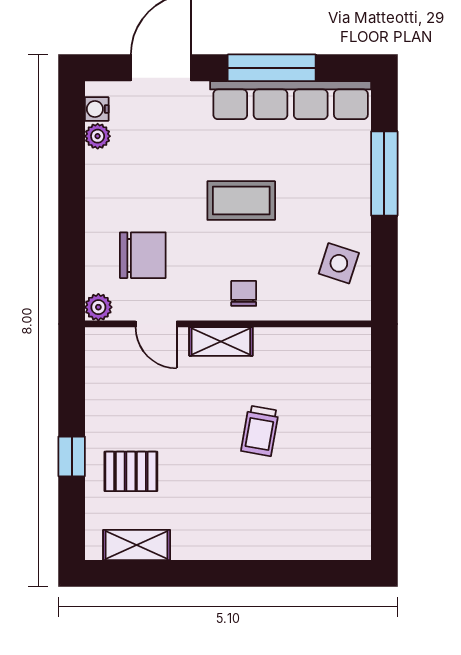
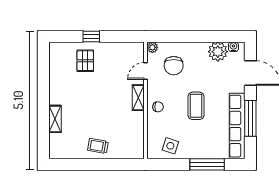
plant: (98, 136) -> (218, 52), width x1.88, depth x1.88
trolley: (260, 431) -> (98, 146), moved
shelving: (137, 545) -> (55, 119), moved

